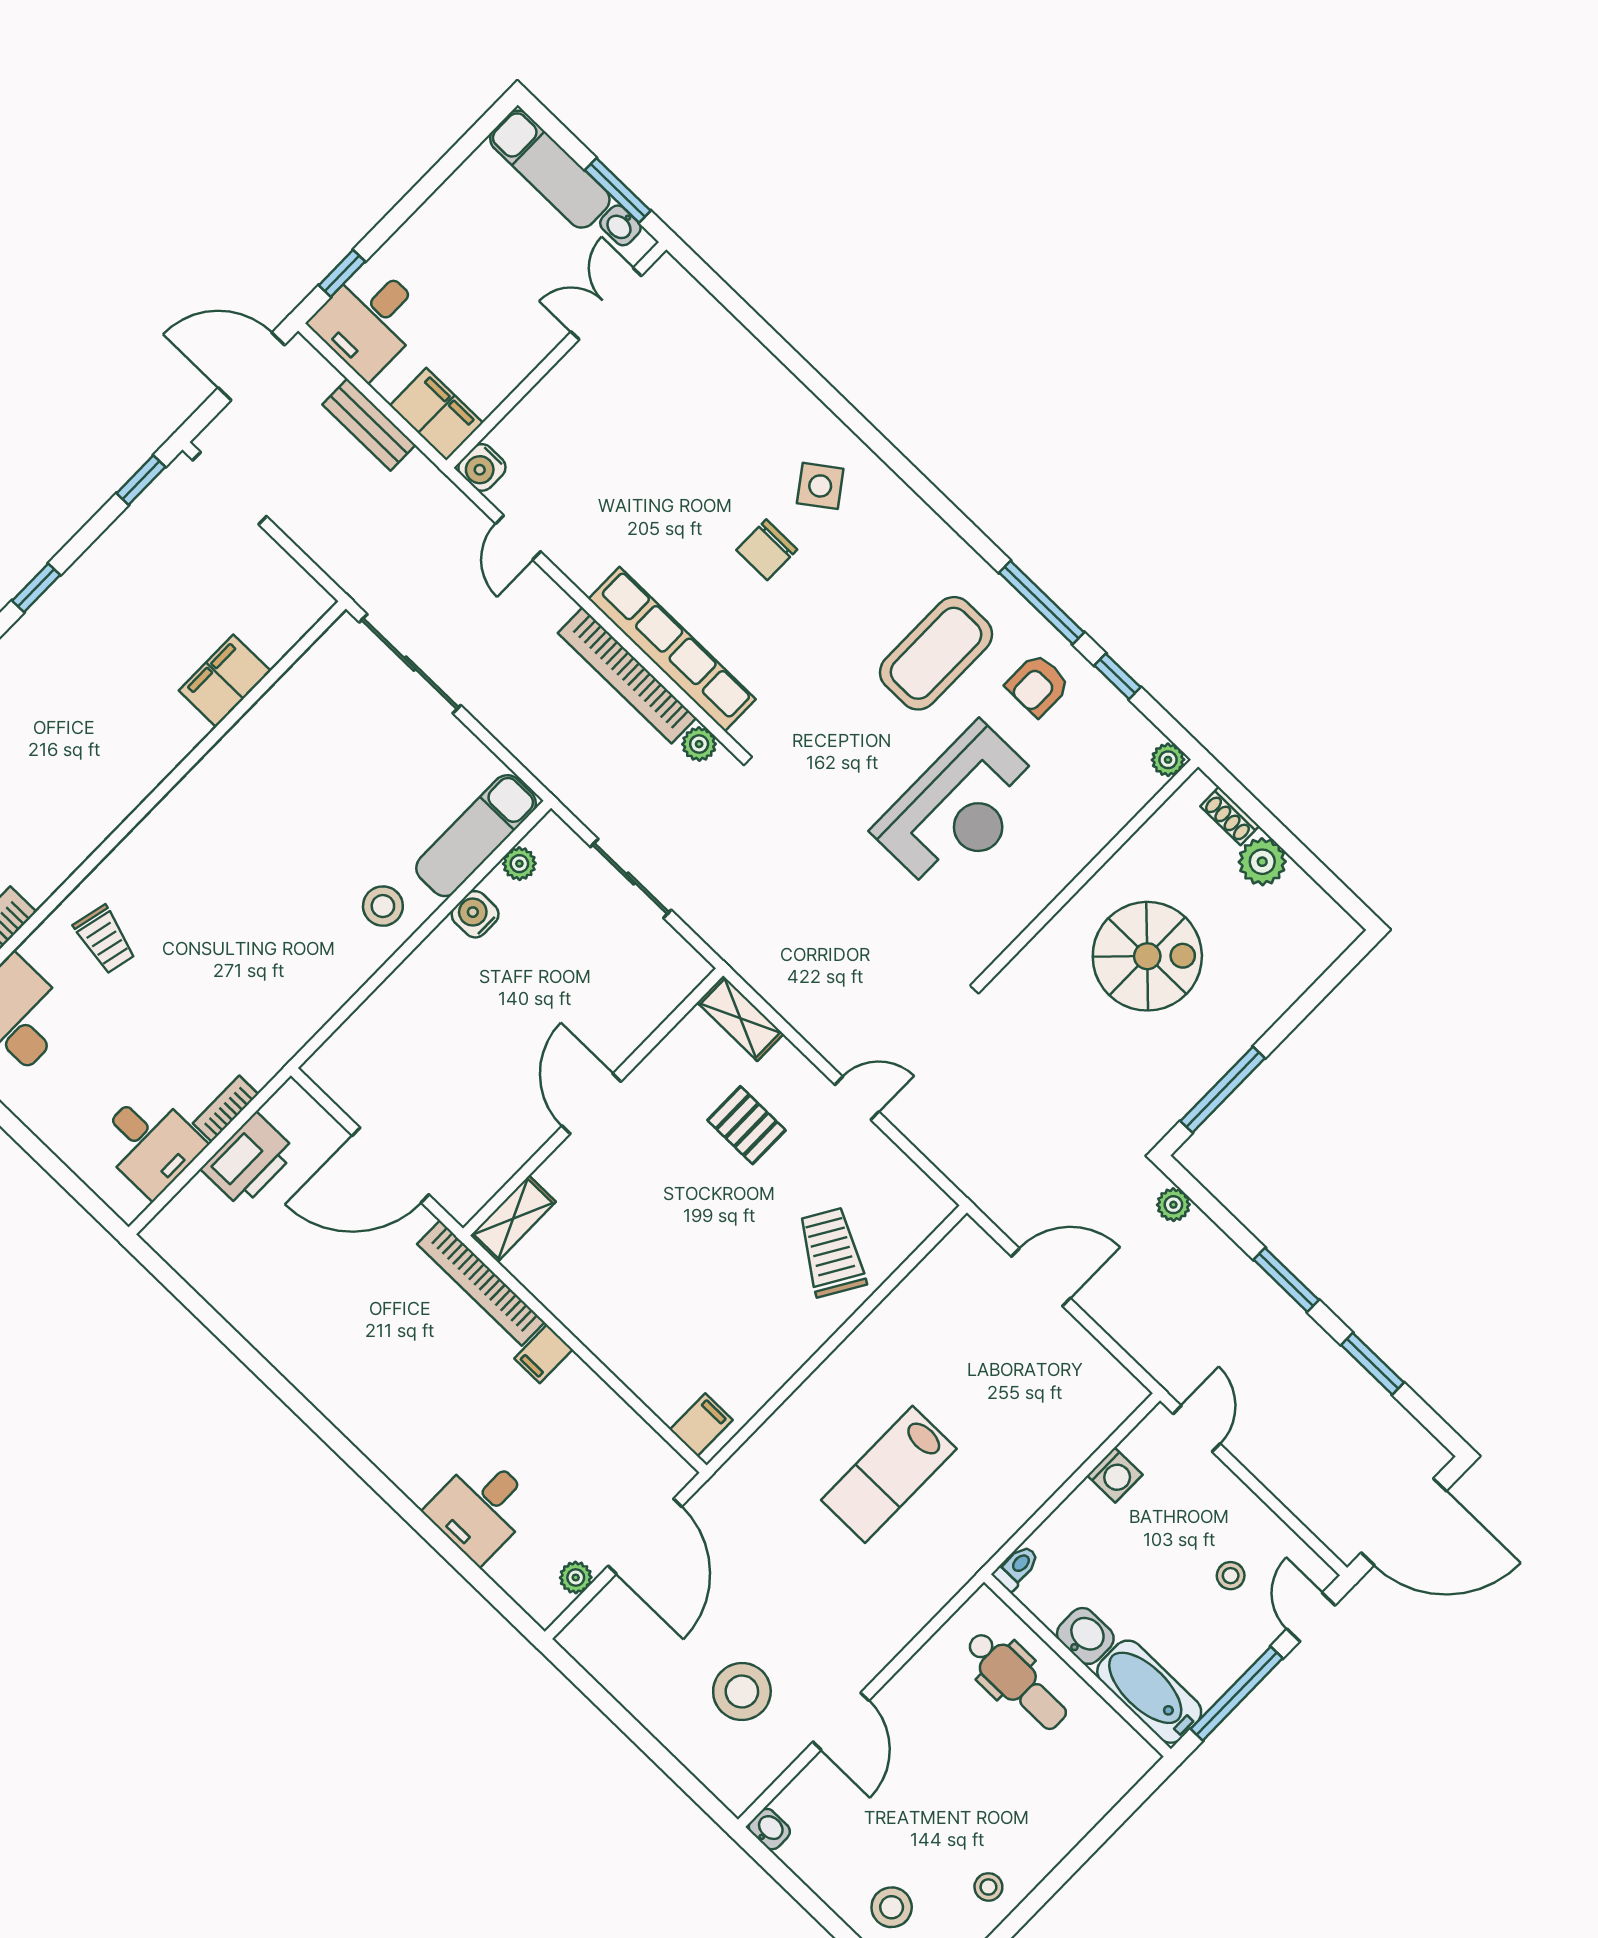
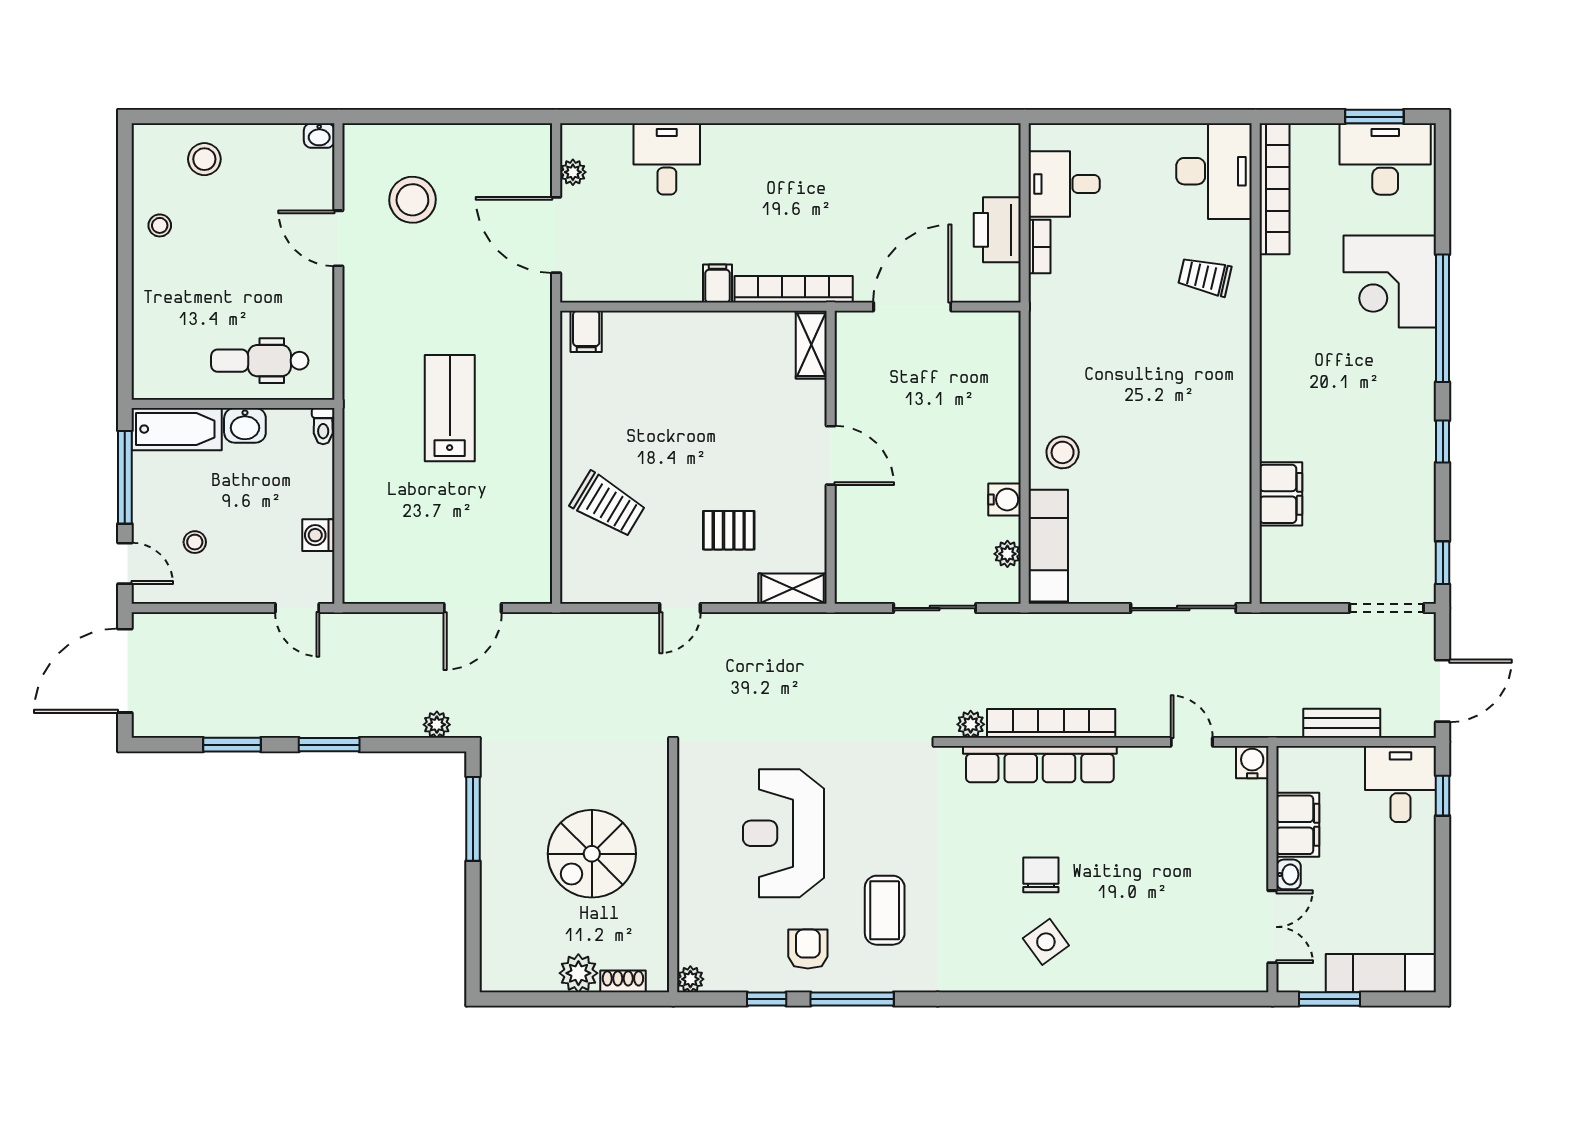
washbasin: (620, 225) -> (1289, 874), moved, turned 90
filing cabinet: (436, 414) -> (1298, 825), moved, turned -90
coffee table: (936, 653) -> (885, 910), width x0.73, depth x0.76

